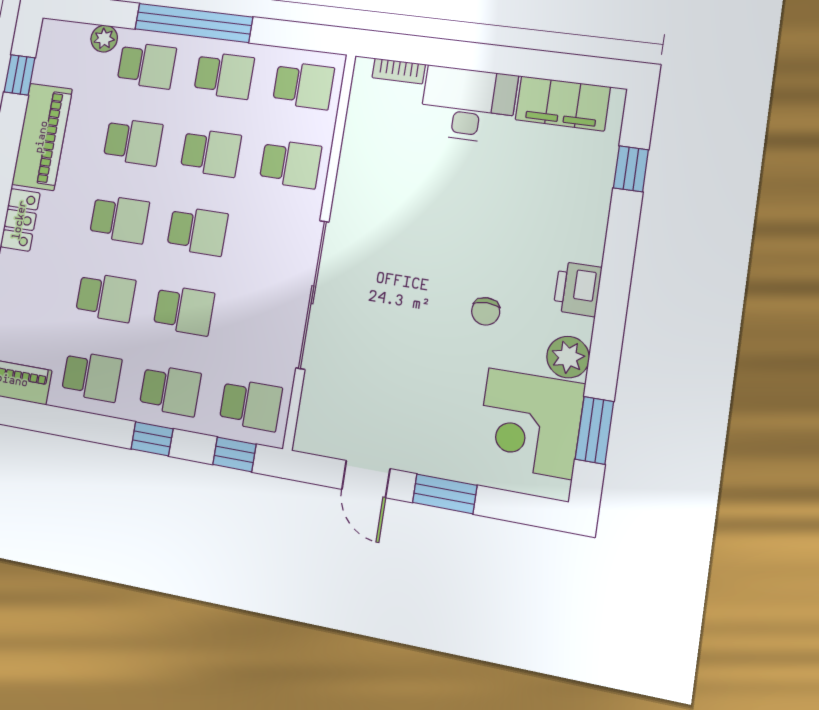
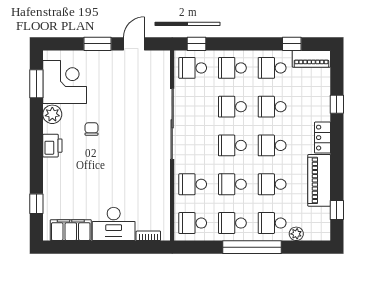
window: (152, 439) -> (292, 44), moved
door: (366, 479) -> (134, 44), hinge flipped

